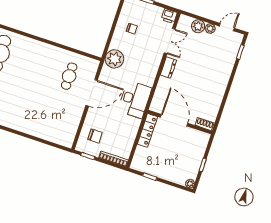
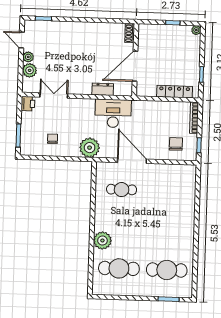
plant: (29, 46) -> (102, 240), added
dresser: (168, 68) -> (103, 89), moved
desk: (135, 99) -> (113, 113), moved
locker: (147, 130) -> (175, 92), moved

